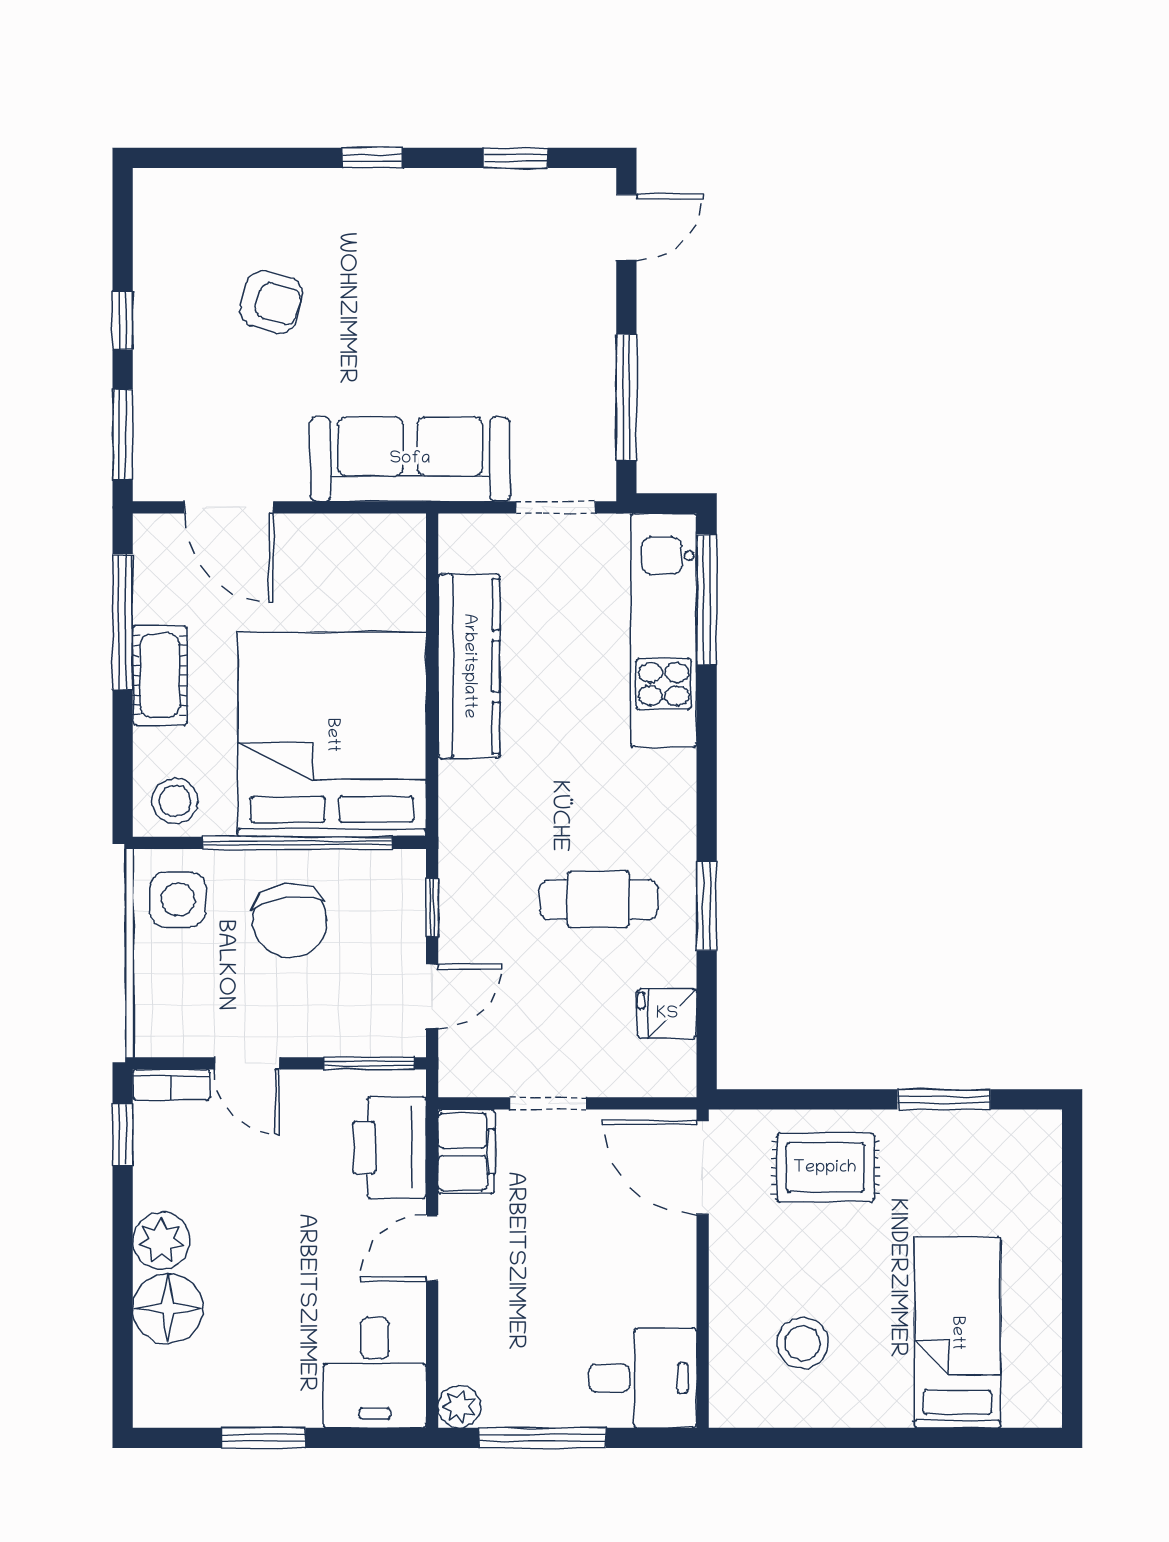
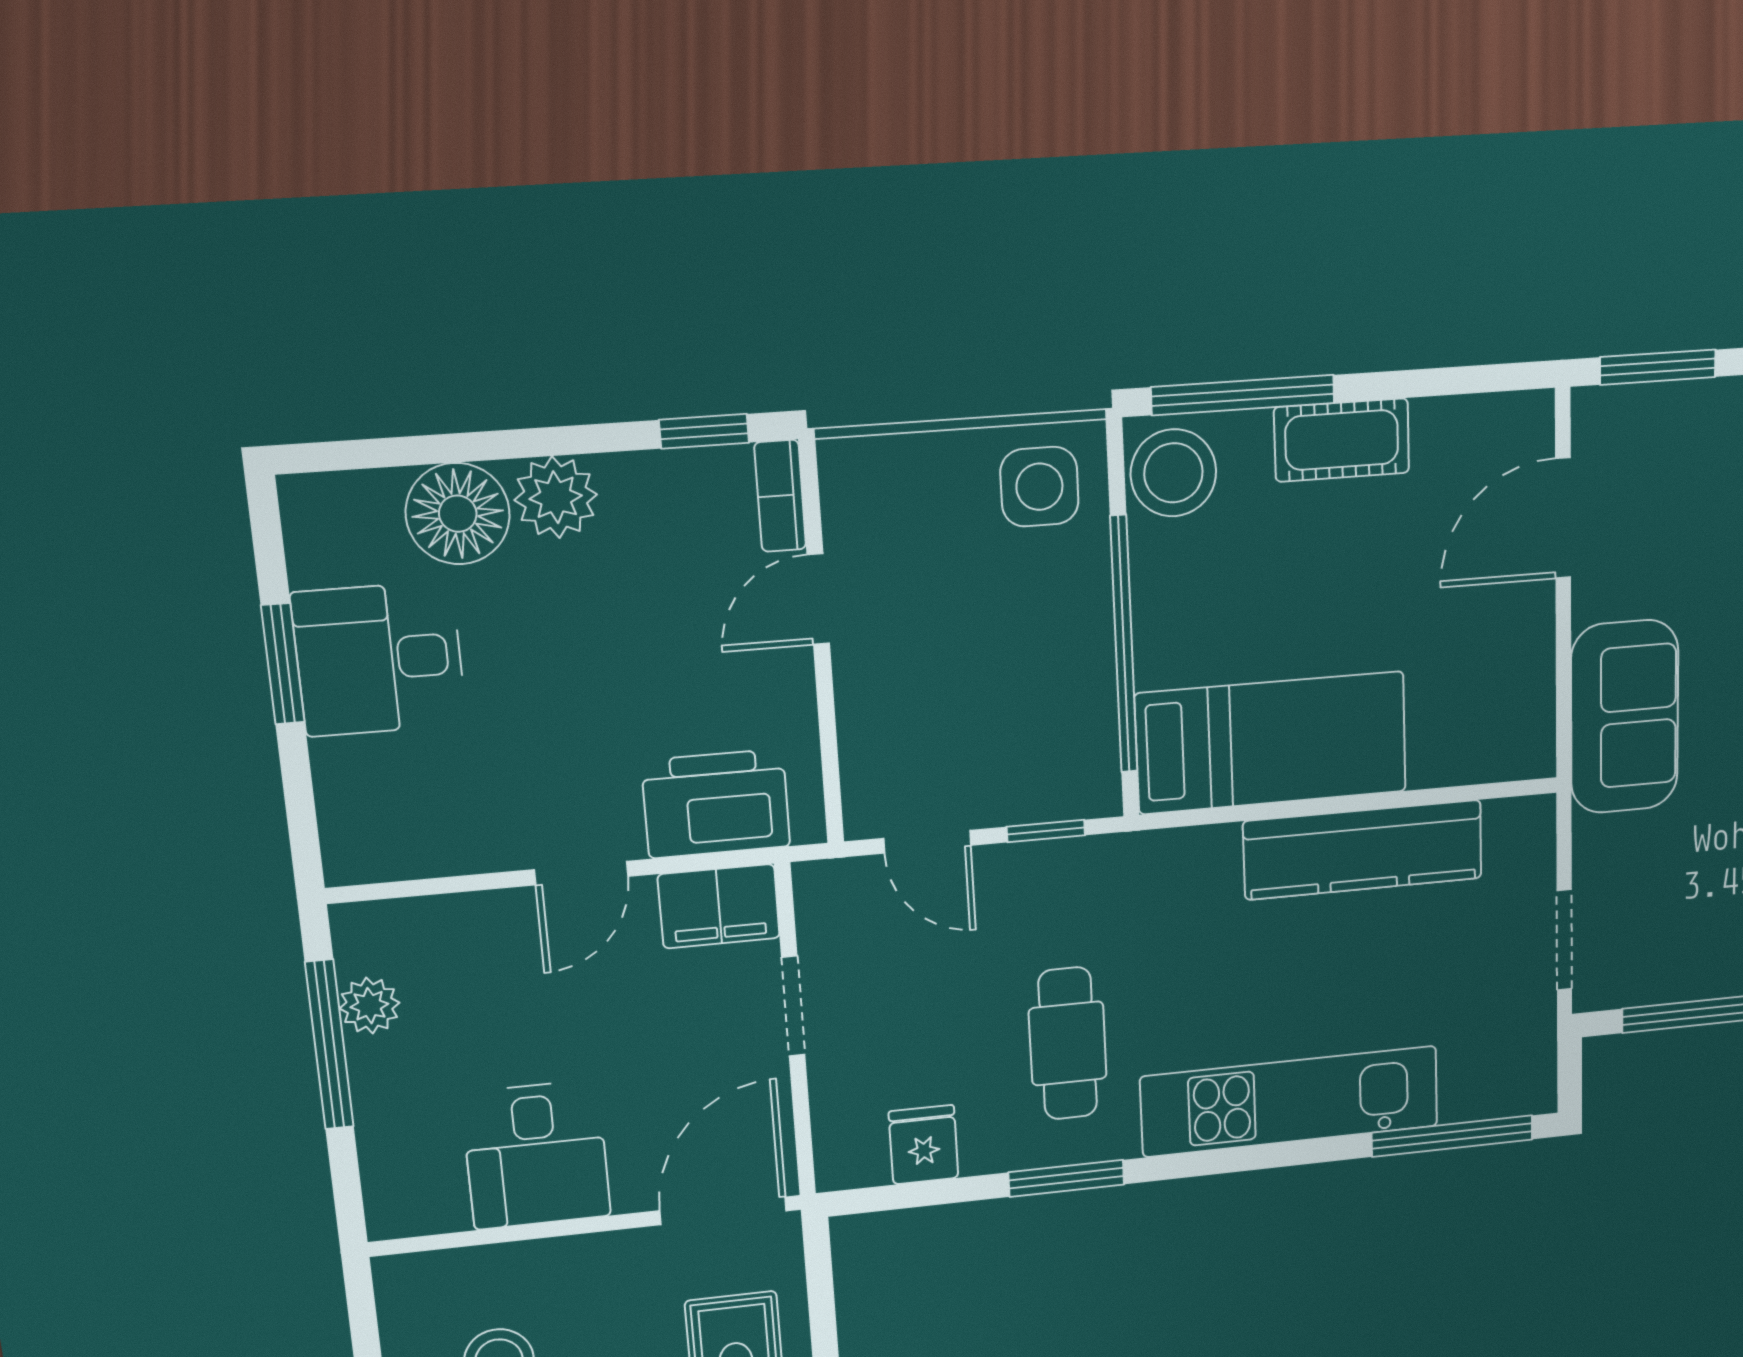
sofa: (410, 459) -> (1625, 717), width x0.73
window: (123, 622) -> (1243, 395), moved
kitchen unit: (664, 630) -> (1290, 1101), moved
bed: (332, 735) -> (1271, 743), width x0.49
stool: (175, 801) -> (1173, 473), width x1.38, depth x1.38
chair: (290, 920) -> (1019, 643), removed
window: (369, 1063) -> (830, 766), removed
door: (432, 1248) -> (581, 873), swing flipped
desk: (375, 1373) -> (379, 659), moved
desk: (643, 1378) -> (536, 1155), moved
plant: (459, 1407) -> (370, 1006), moved

